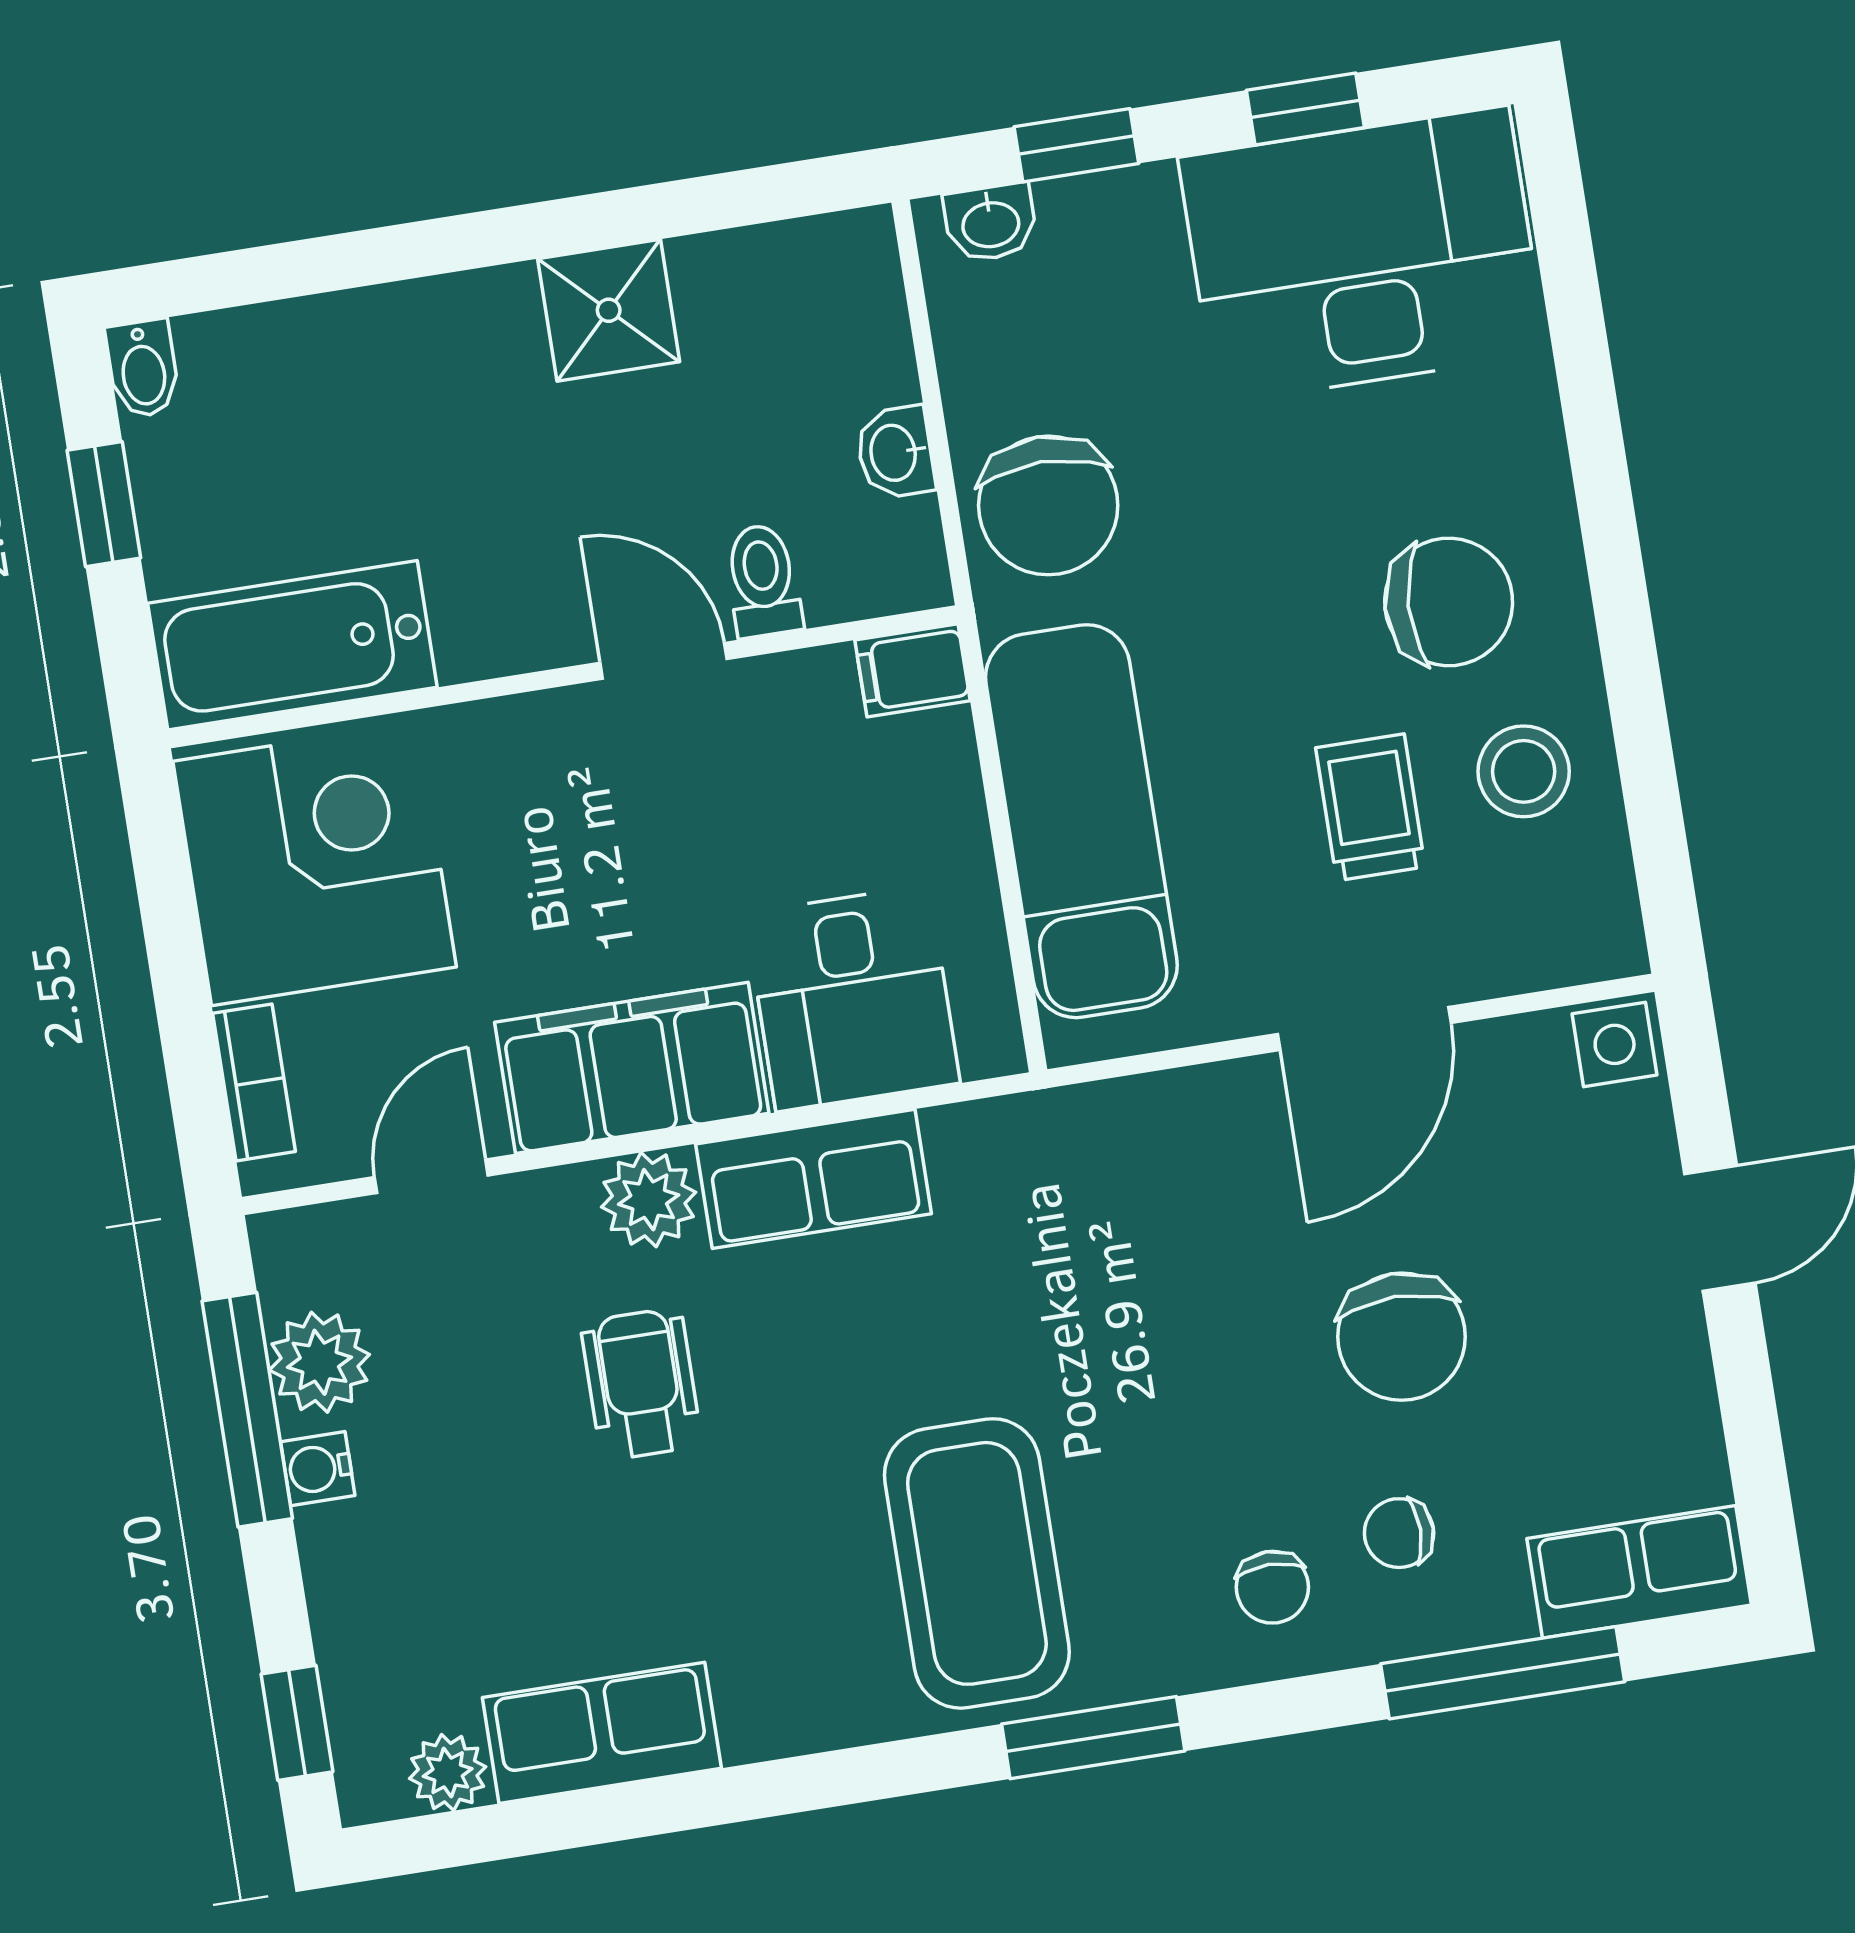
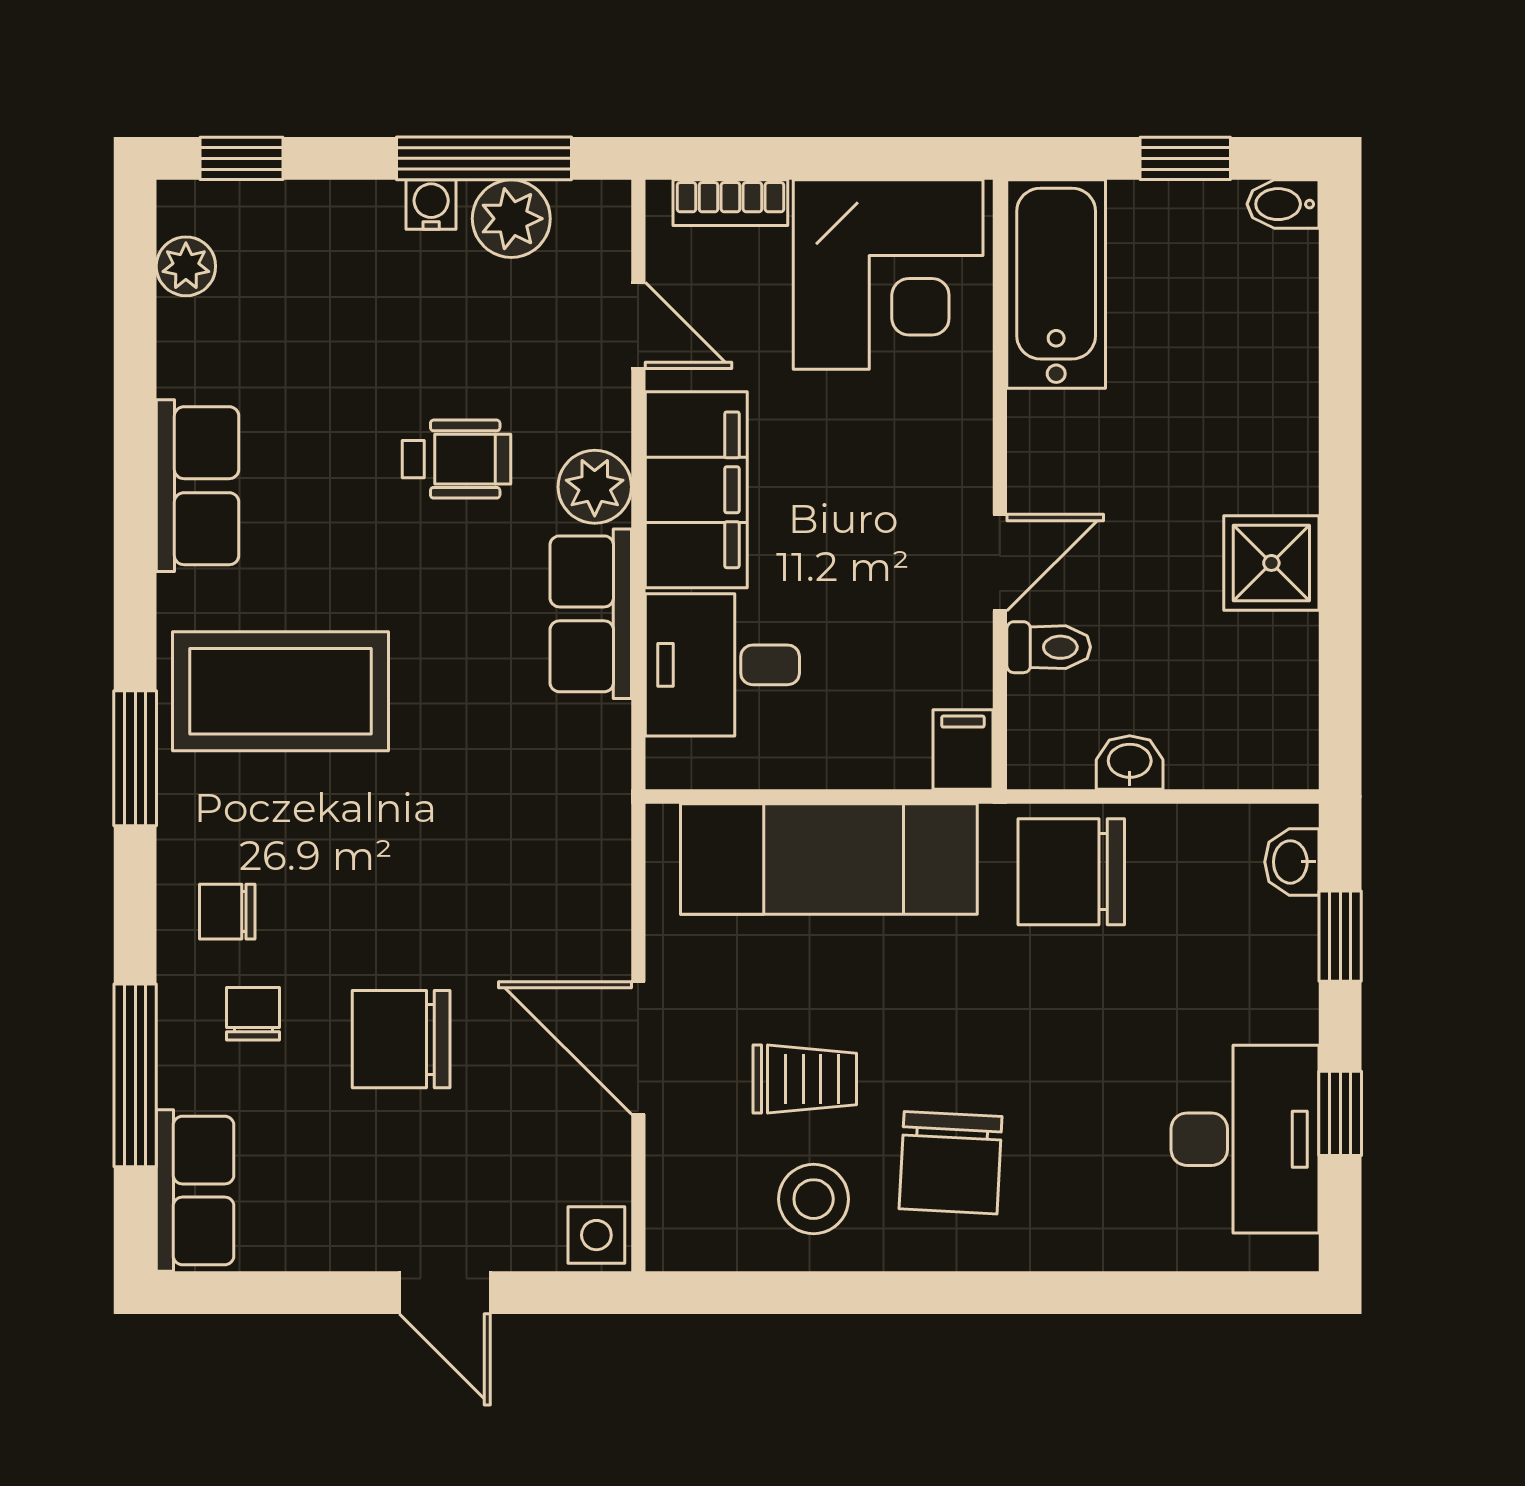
desk: (1363, 255) -> (1245, 1139), width x0.73, depth x0.77
row of seats: (602, 1733) -> (198, 486), moved

